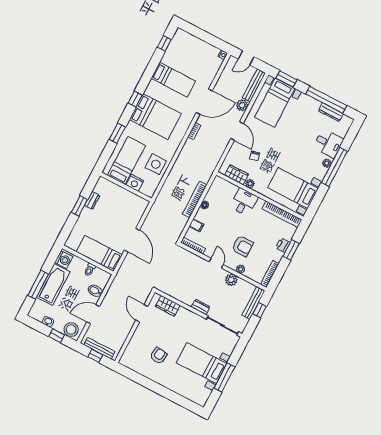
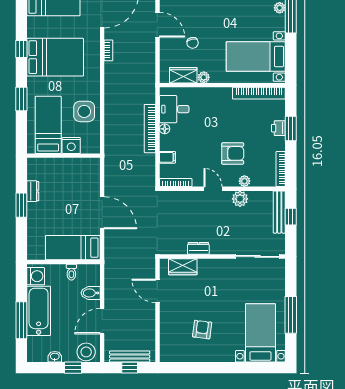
desk: (244, 202) -> (174, 109), moved, turned -90
dresser: (201, 307) -> (198, 248), moved
bed with nightstands: (202, 363) -> (260, 333), moved, turned 90

